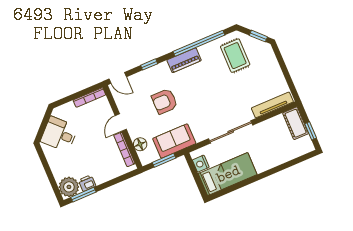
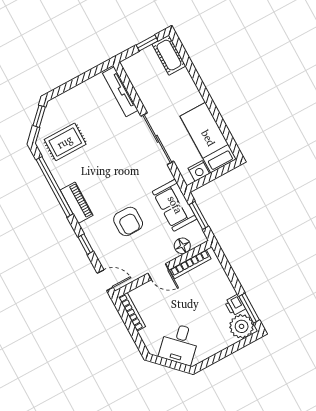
door: (118, 78) -> (105, 280), hinge flipped
cot: (296, 123) -> (169, 55), moved, turned 90

